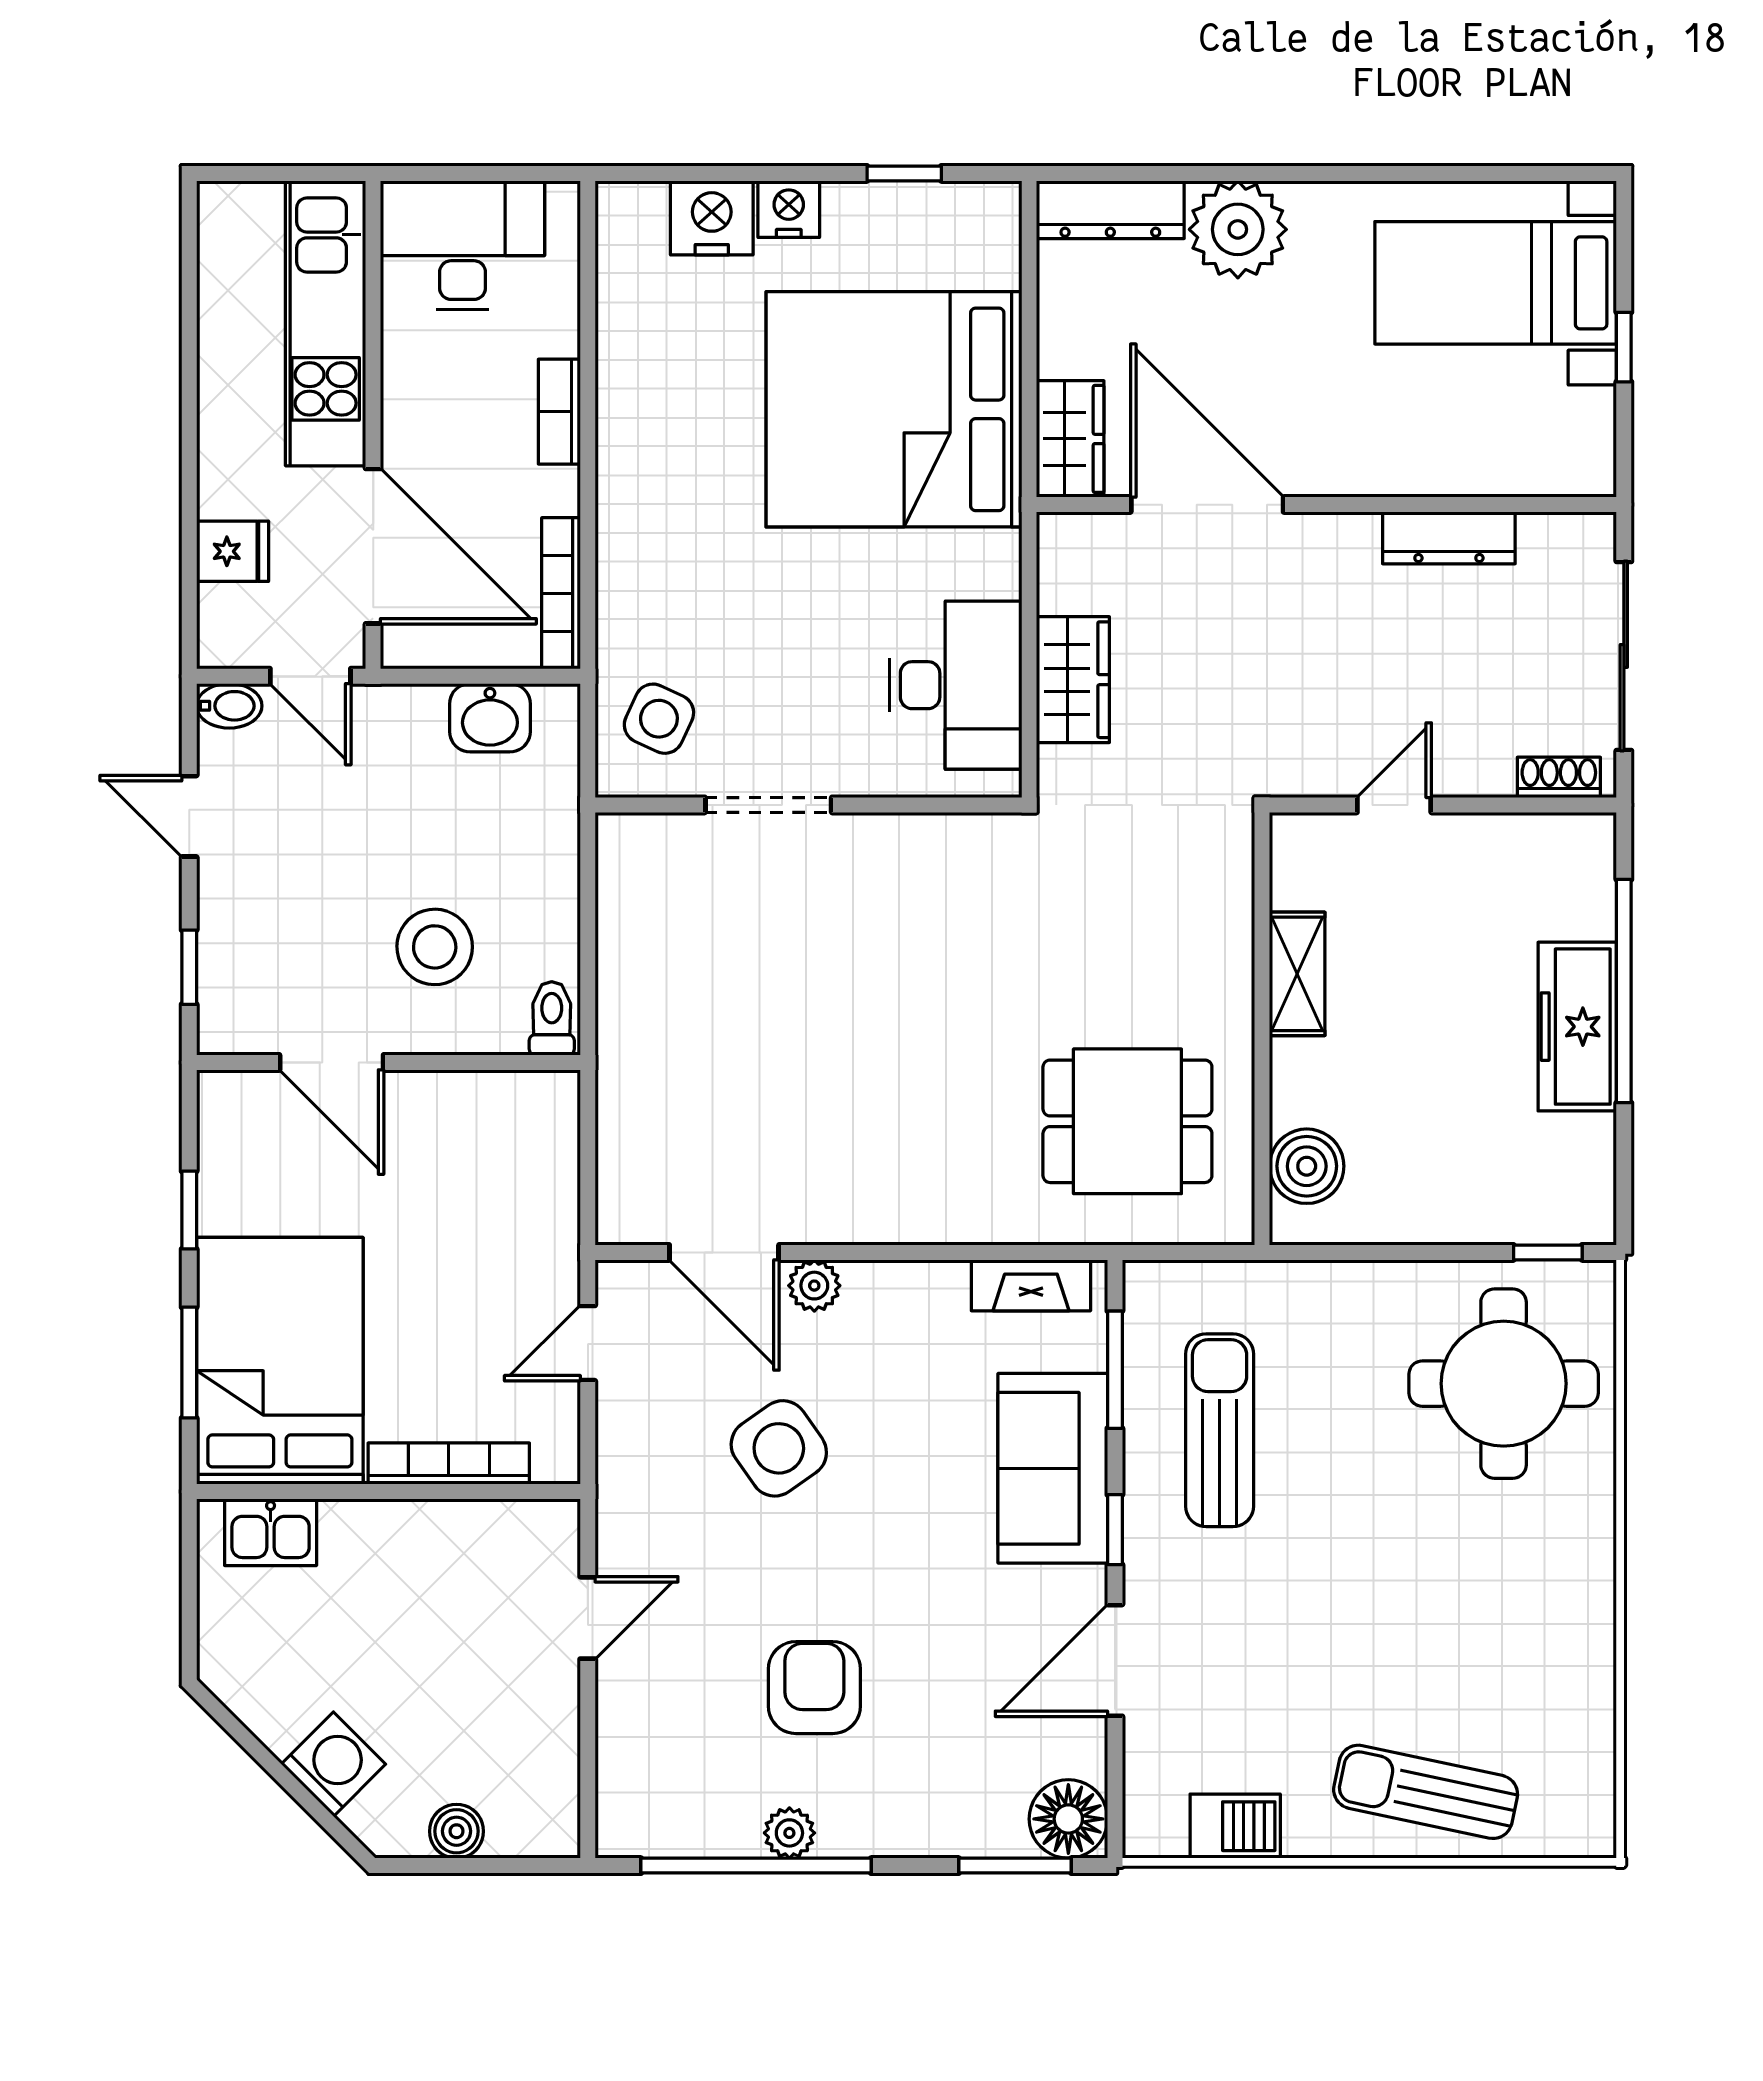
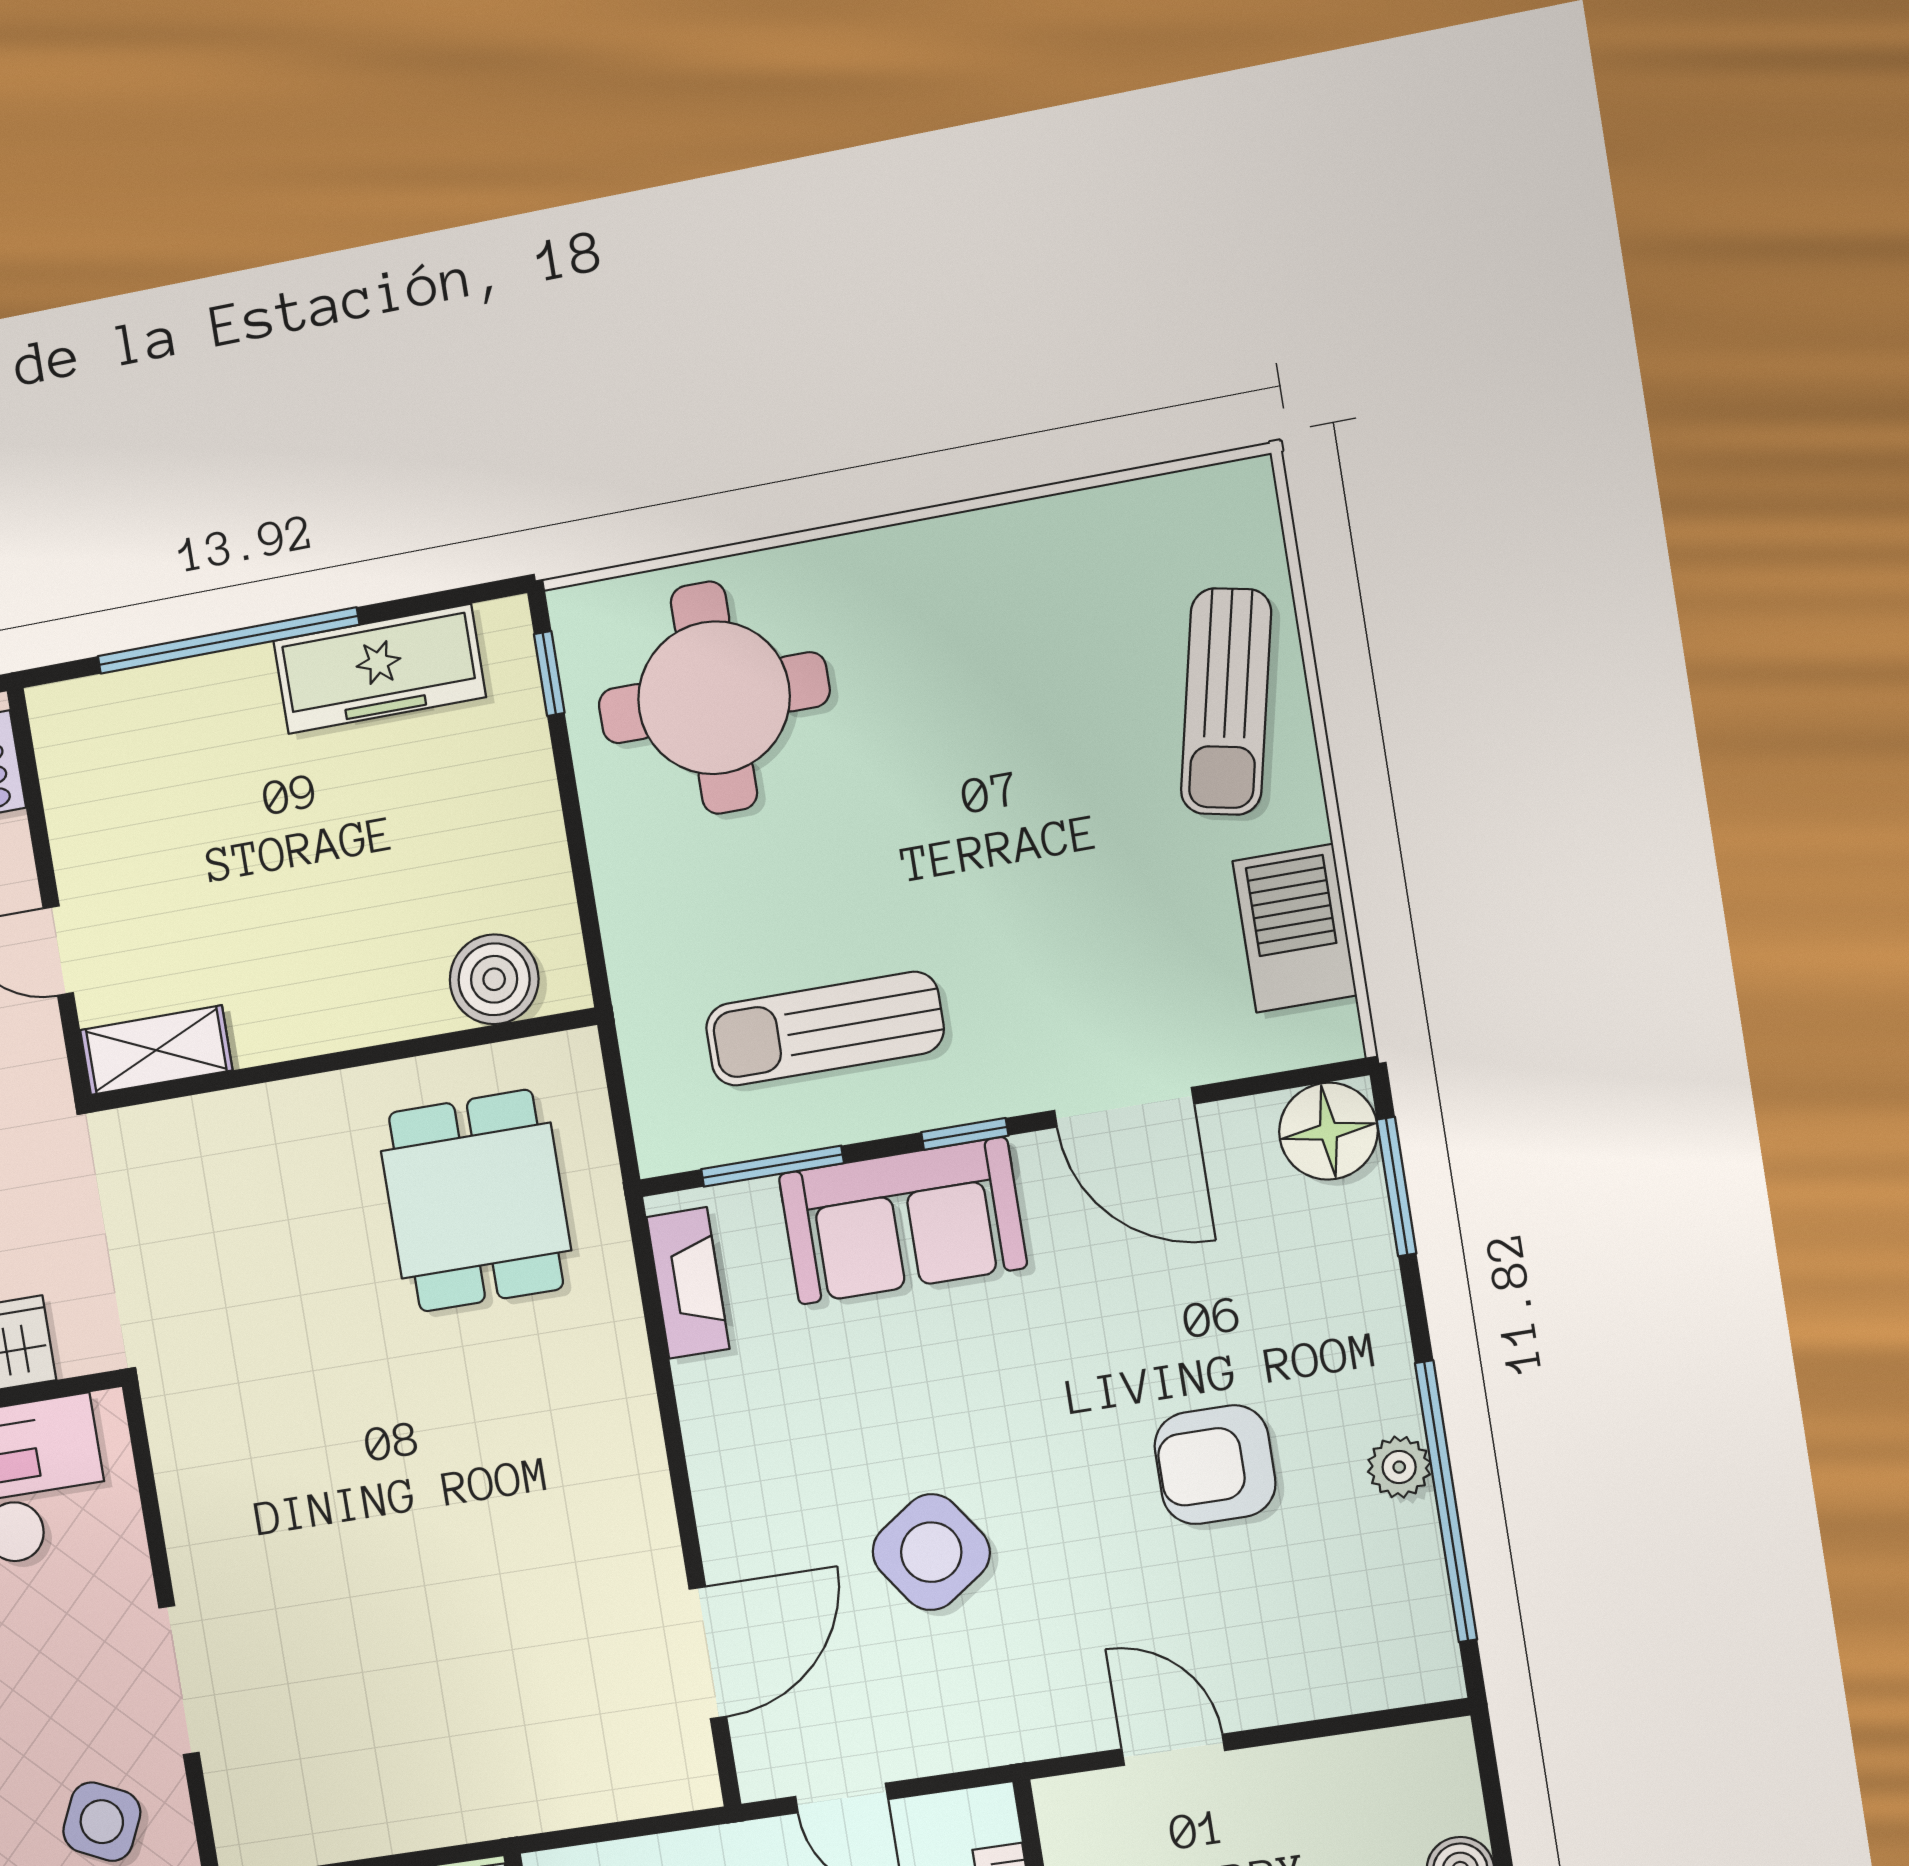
shelving: (1297, 974) -> (156, 1050), moved
freezer: (1577, 1027) -> (379, 669), moved
plant: (814, 1286) -> (730, 1540), removed
barbecue: (1235, 1826) -> (1295, 928), width x1.38, depth x1.27

